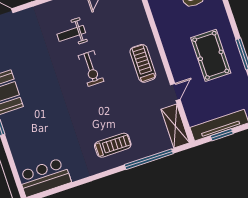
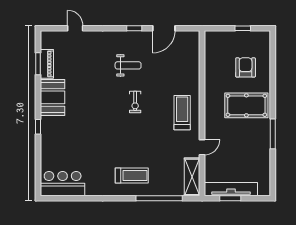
weight bench: (71, 33) -> (128, 65), turned 180
pool table: (211, 55) -> (246, 105), moved, turned 90
exercise bike: (91, 69) -> (135, 102), width x0.73, depth x0.72

